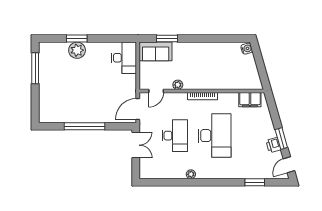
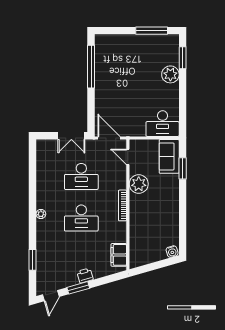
window: (77, 39) -> (183, 58), moved
plant: (178, 85) -> (139, 184), width x1.87, depth x1.87
window: (85, 126) -> (91, 67), moved
desk: (215, 136) -> (81, 218), width x0.73, depth x0.77
printer: (273, 145) -> (85, 276), moved
door: (289, 165) -> (51, 296), swing flipped
plant: (191, 174) -> (41, 214), moved

